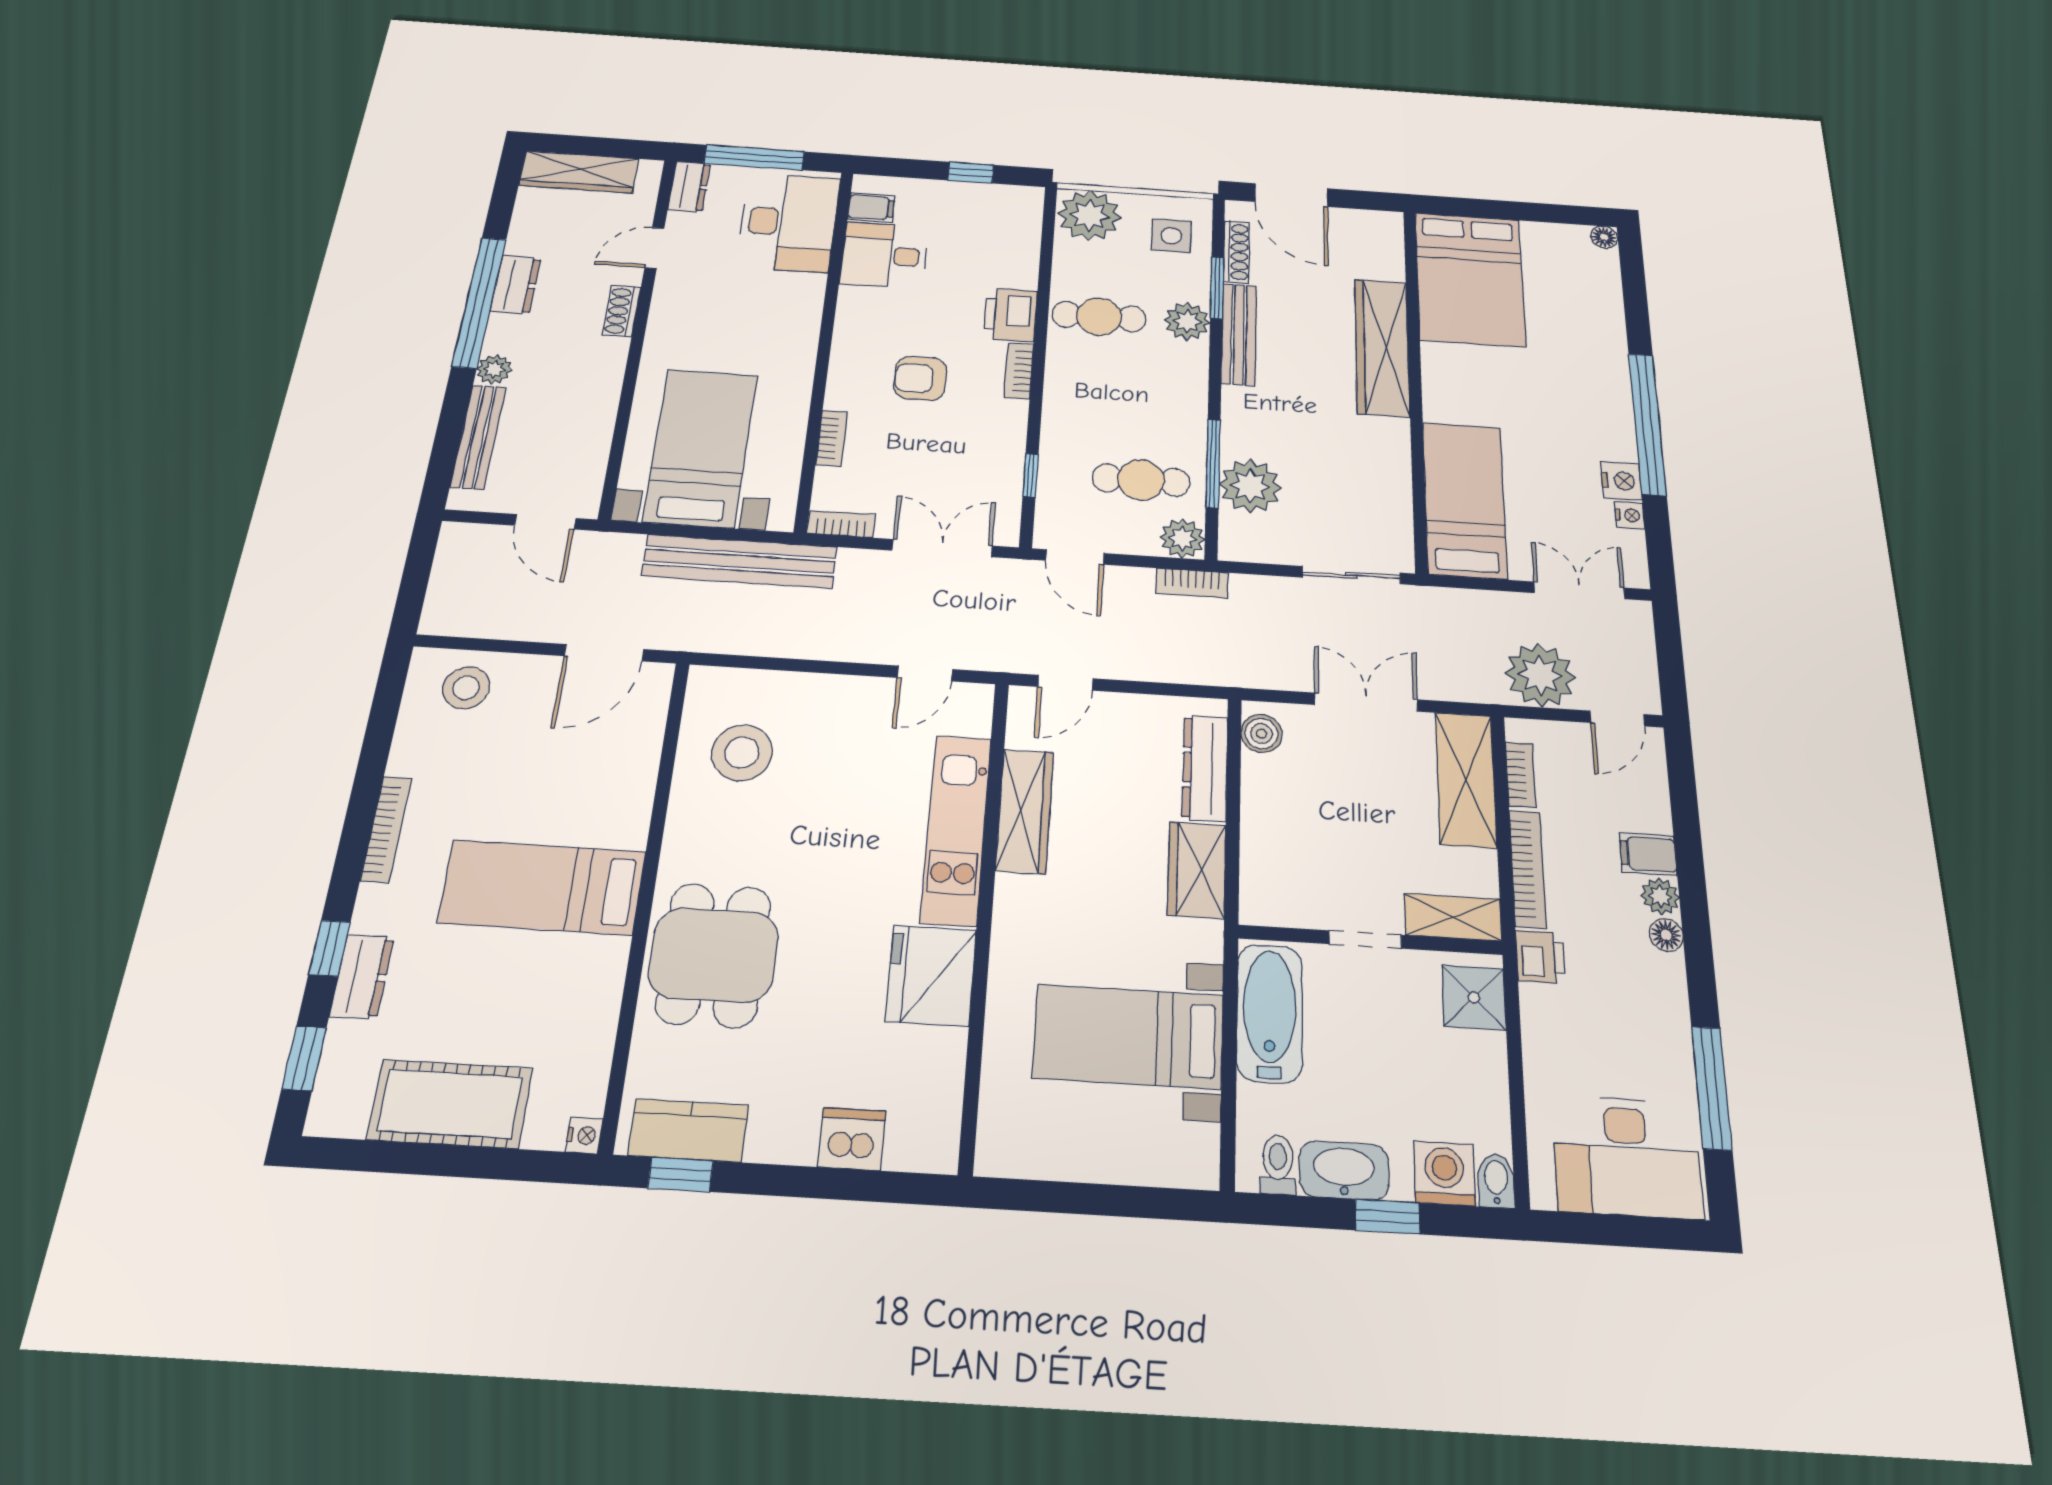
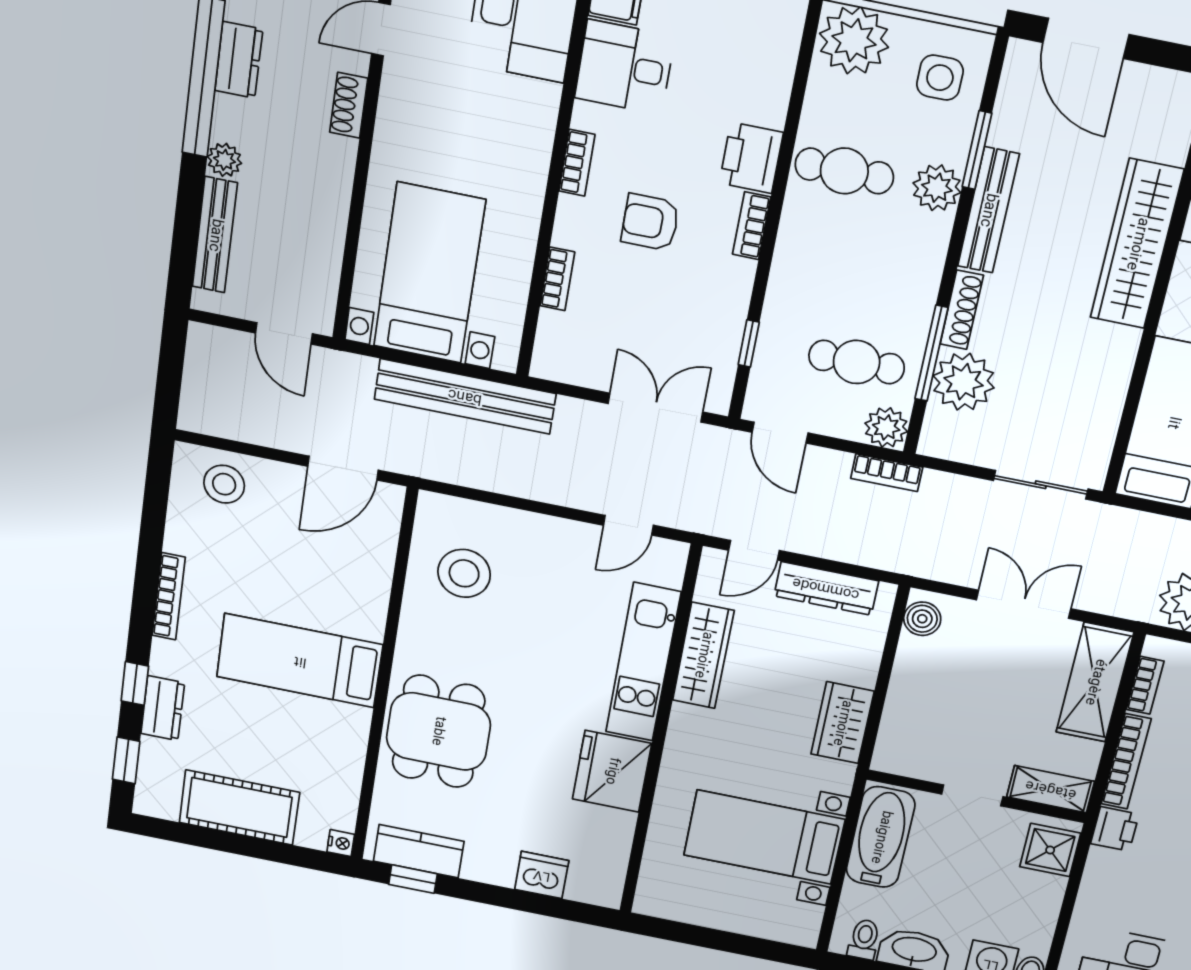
shoe rack: (1236, 252) -> (962, 310), moved
bookcase: (841, 524) -> (577, 163), moved, turned 90
dresser: (1205, 768) -> (826, 588), moved, turned -90

